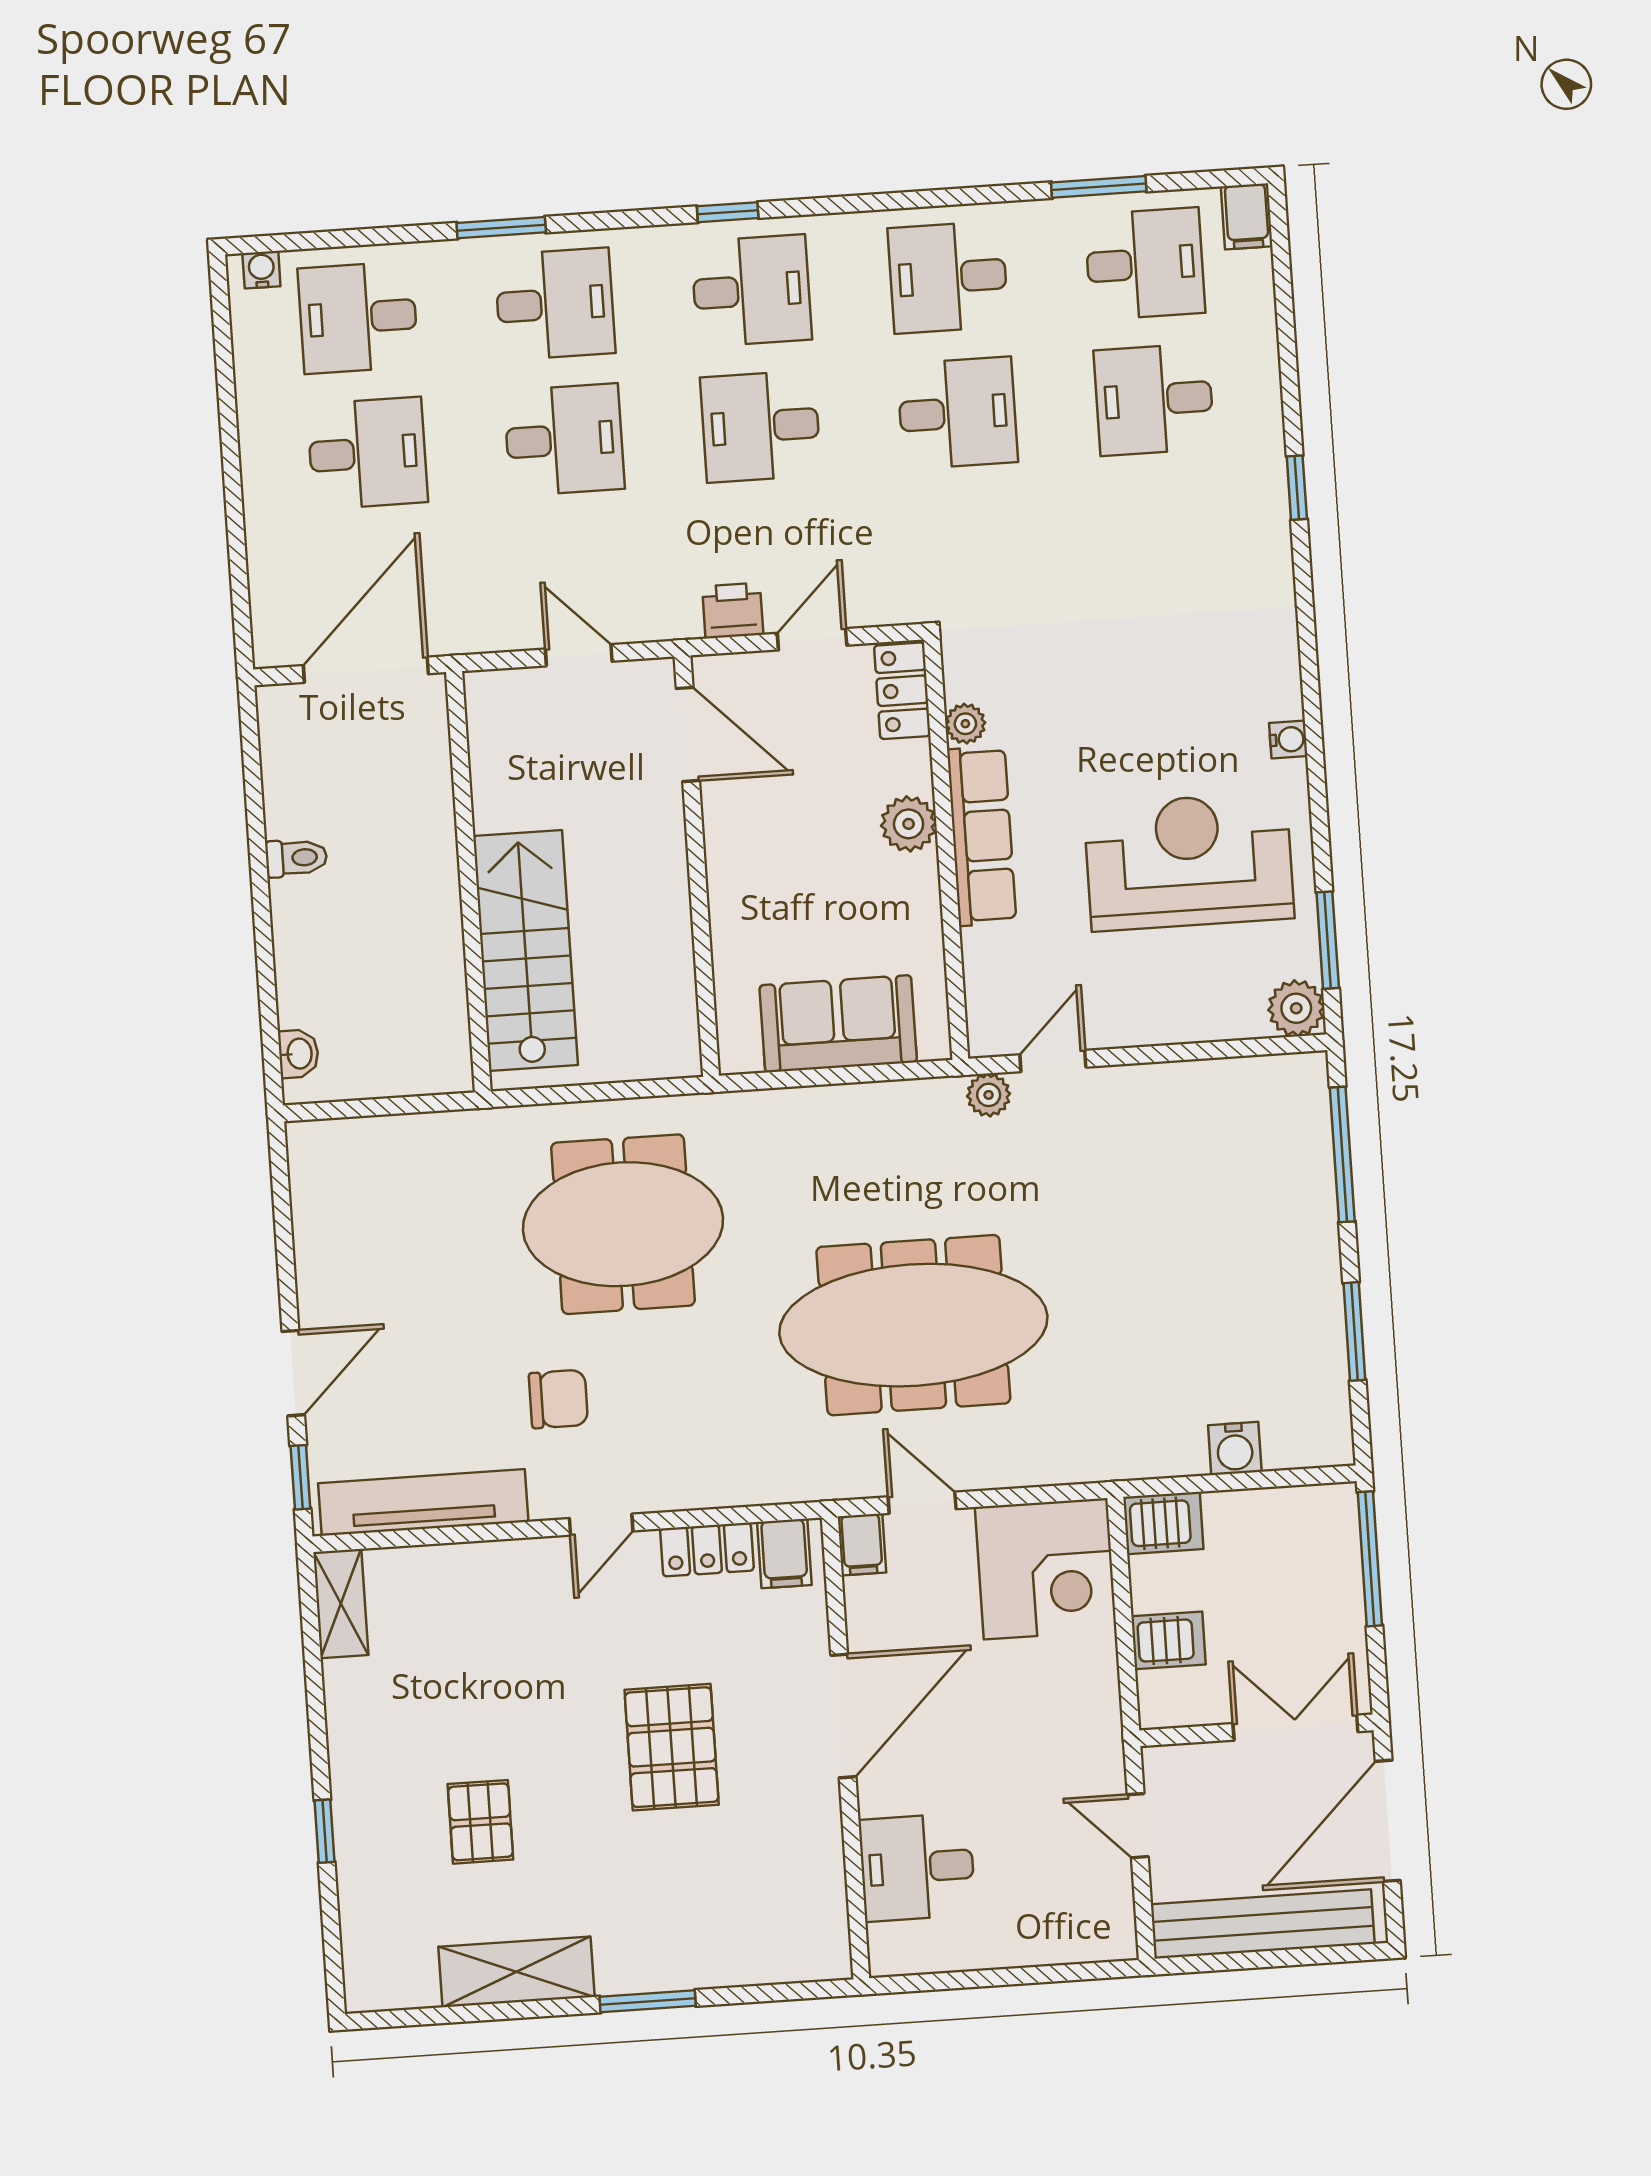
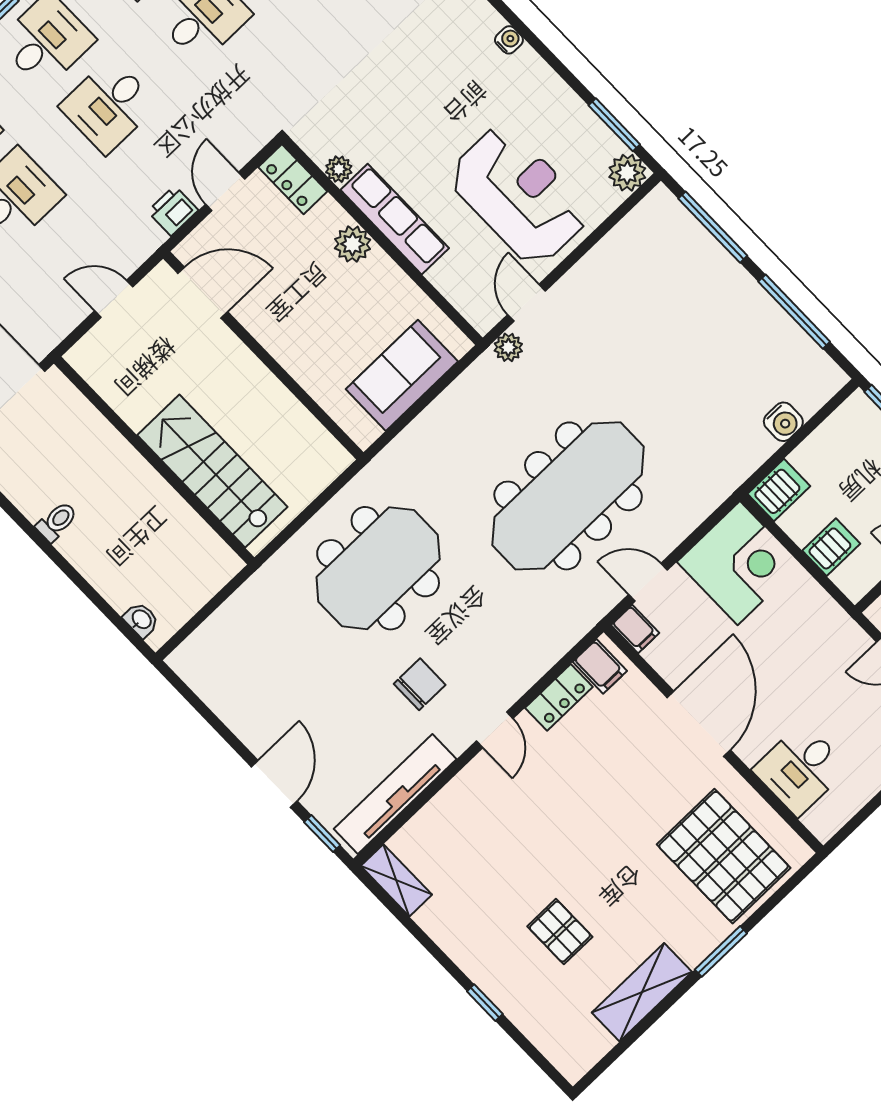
reception desk: (1189, 862) -> (519, 195), moved, turned 90
window: (1354, 1331) -> (794, 312), width x1.44
pallet: (672, 1747) -> (724, 856), moved, width x1.37, depth x1.41

